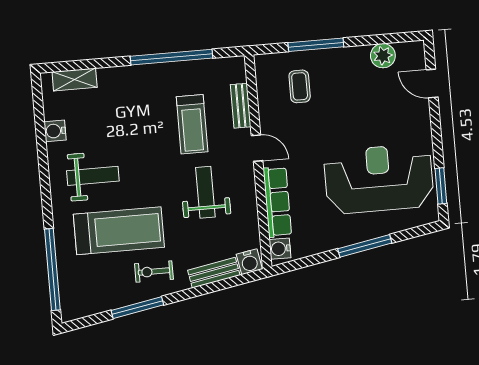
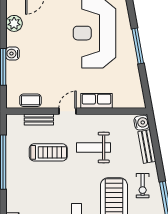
coffee table: (300, 86) -> (30, 100), moved
row of seats: (277, 202) -> (96, 101), width x0.68
water cooler: (280, 249) -> (13, 54), moved, turned 90

